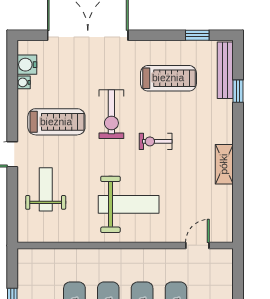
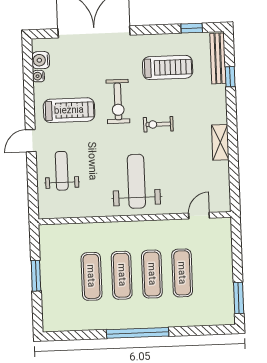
weight bench: (129, 204) -> (136, 181), turned -90

